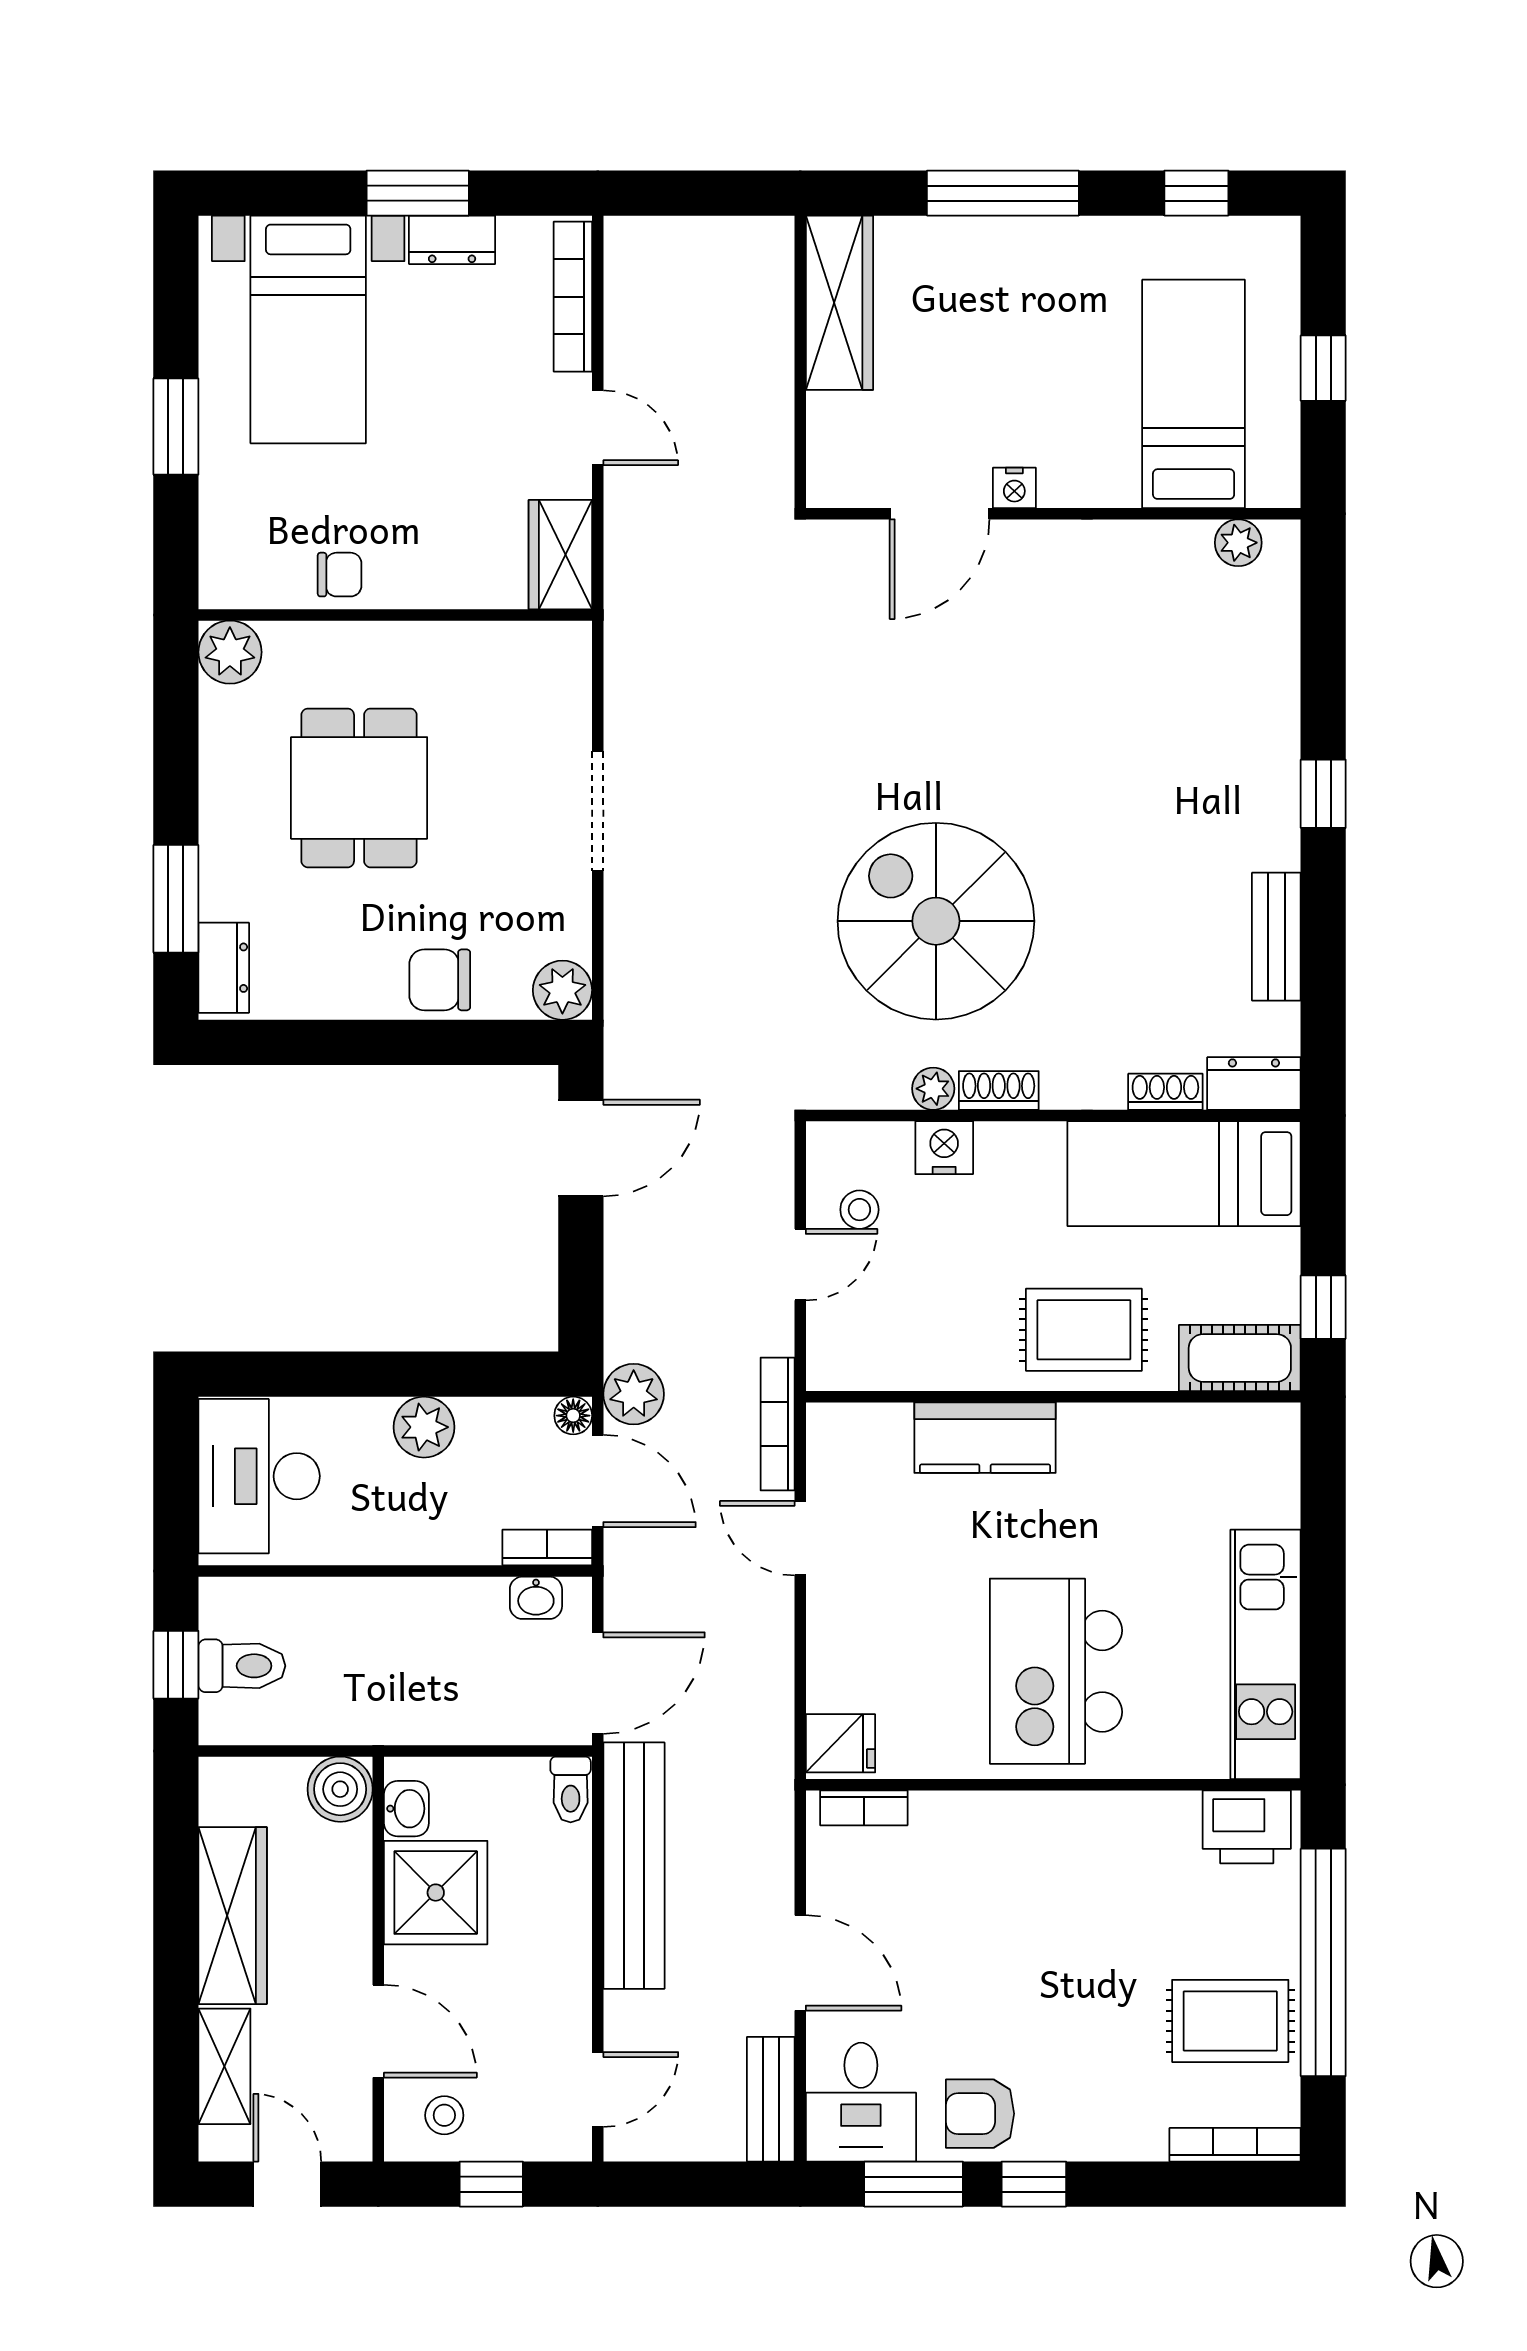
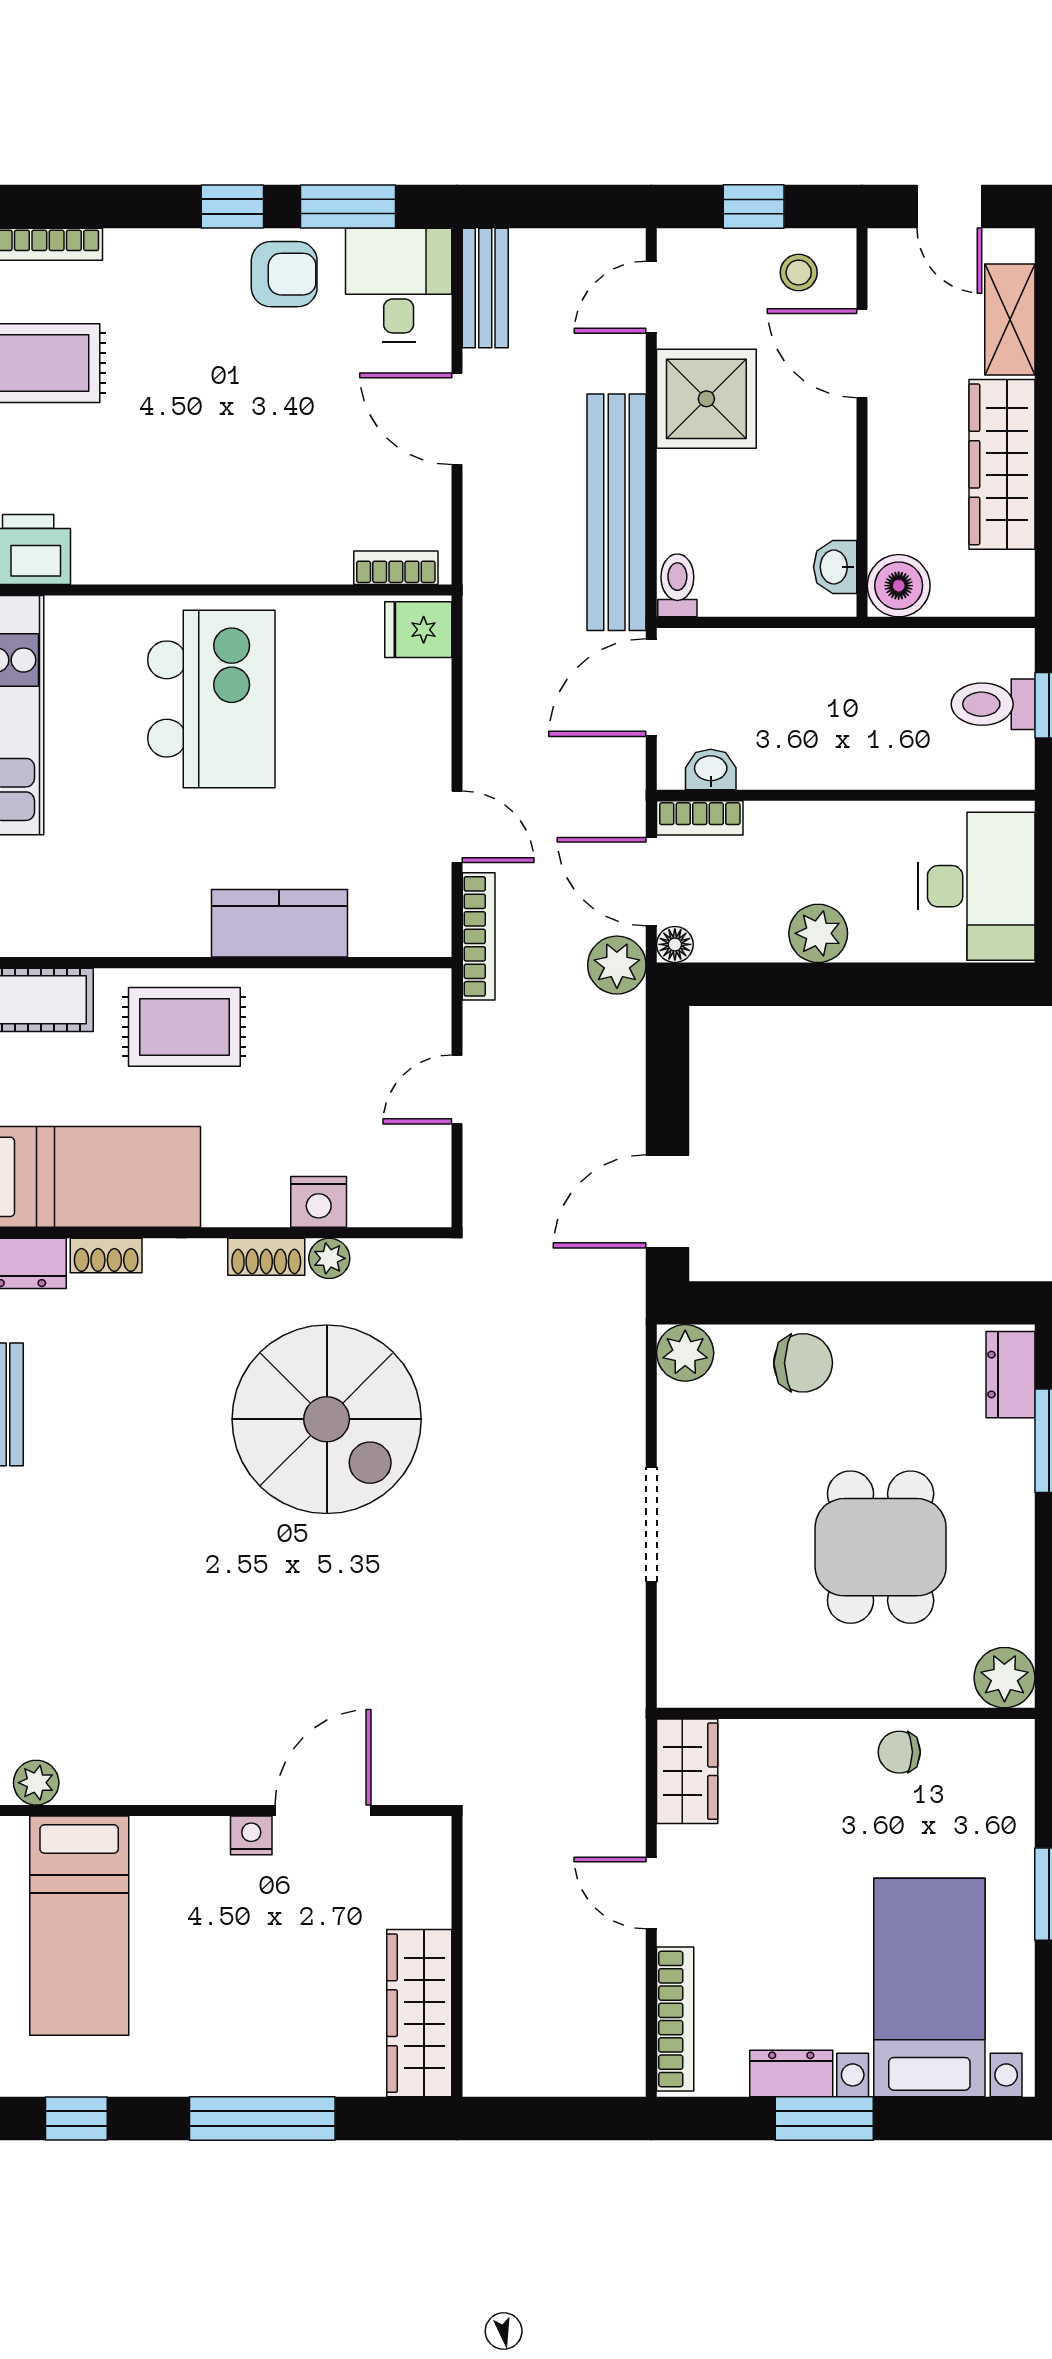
stool: (859, 1210) -> (400, 1142), removed
shower: (436, 1893) -> (706, 399), moved

